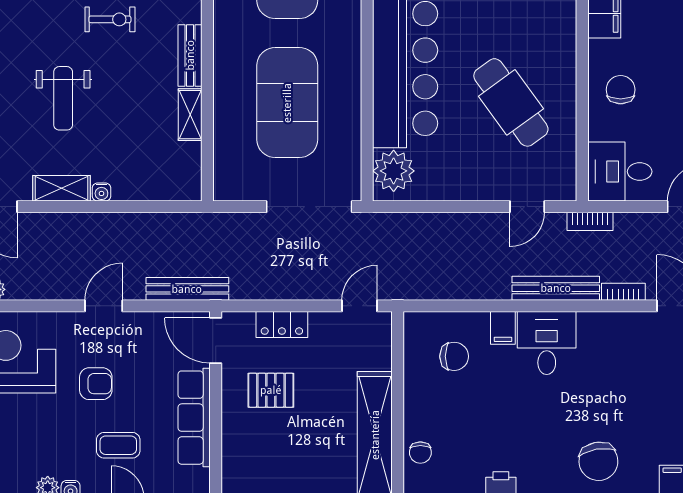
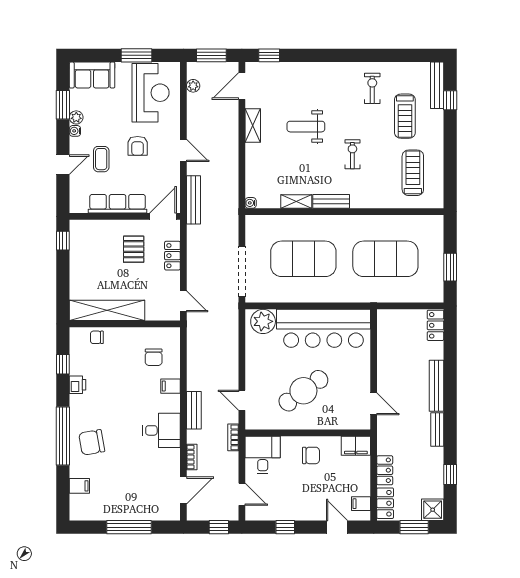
exercise bike: (110, 19) -> (352, 154), turned 180
water cooler: (101, 192) -> (251, 203), moved
bench: (556, 288) -> (194, 410), width x0.73
desk: (547, 343) -> (161, 430), moved

